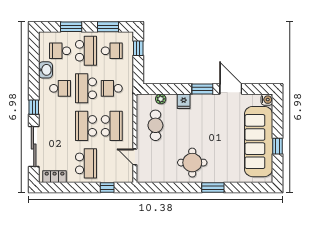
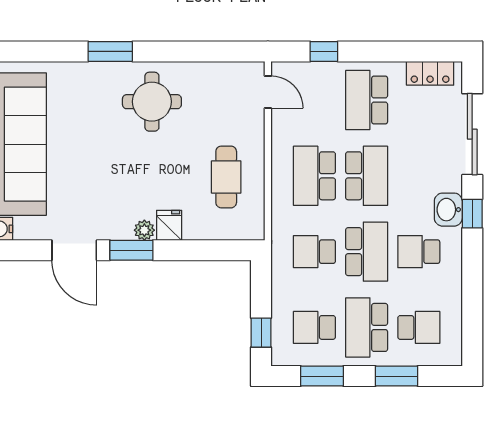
washbasin: (45, 70) -> (448, 210), moved
school desk: (112, 88) -> (314, 252), turned 180
plant: (161, 99) -> (144, 230), moved
door: (135, 157) -> (268, 92), moved

